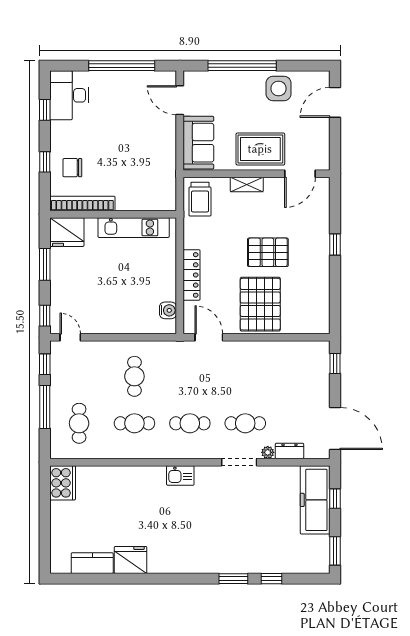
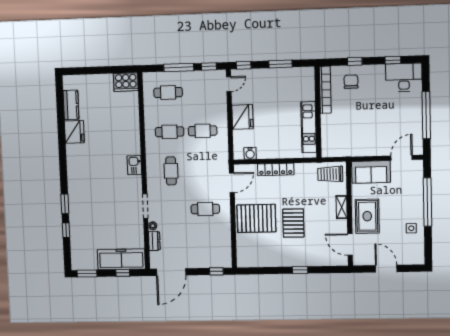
side table: (279, 88) -> (411, 228), width x0.54, depth x0.54
door: (335, 102) -> (386, 269), moved
fridge: (67, 232) -> (242, 117), moved, turned 180
cafe table: (134, 423) -> (170, 132), turned 90
cafe table: (245, 423) -> (205, 209), moved, turned 90

